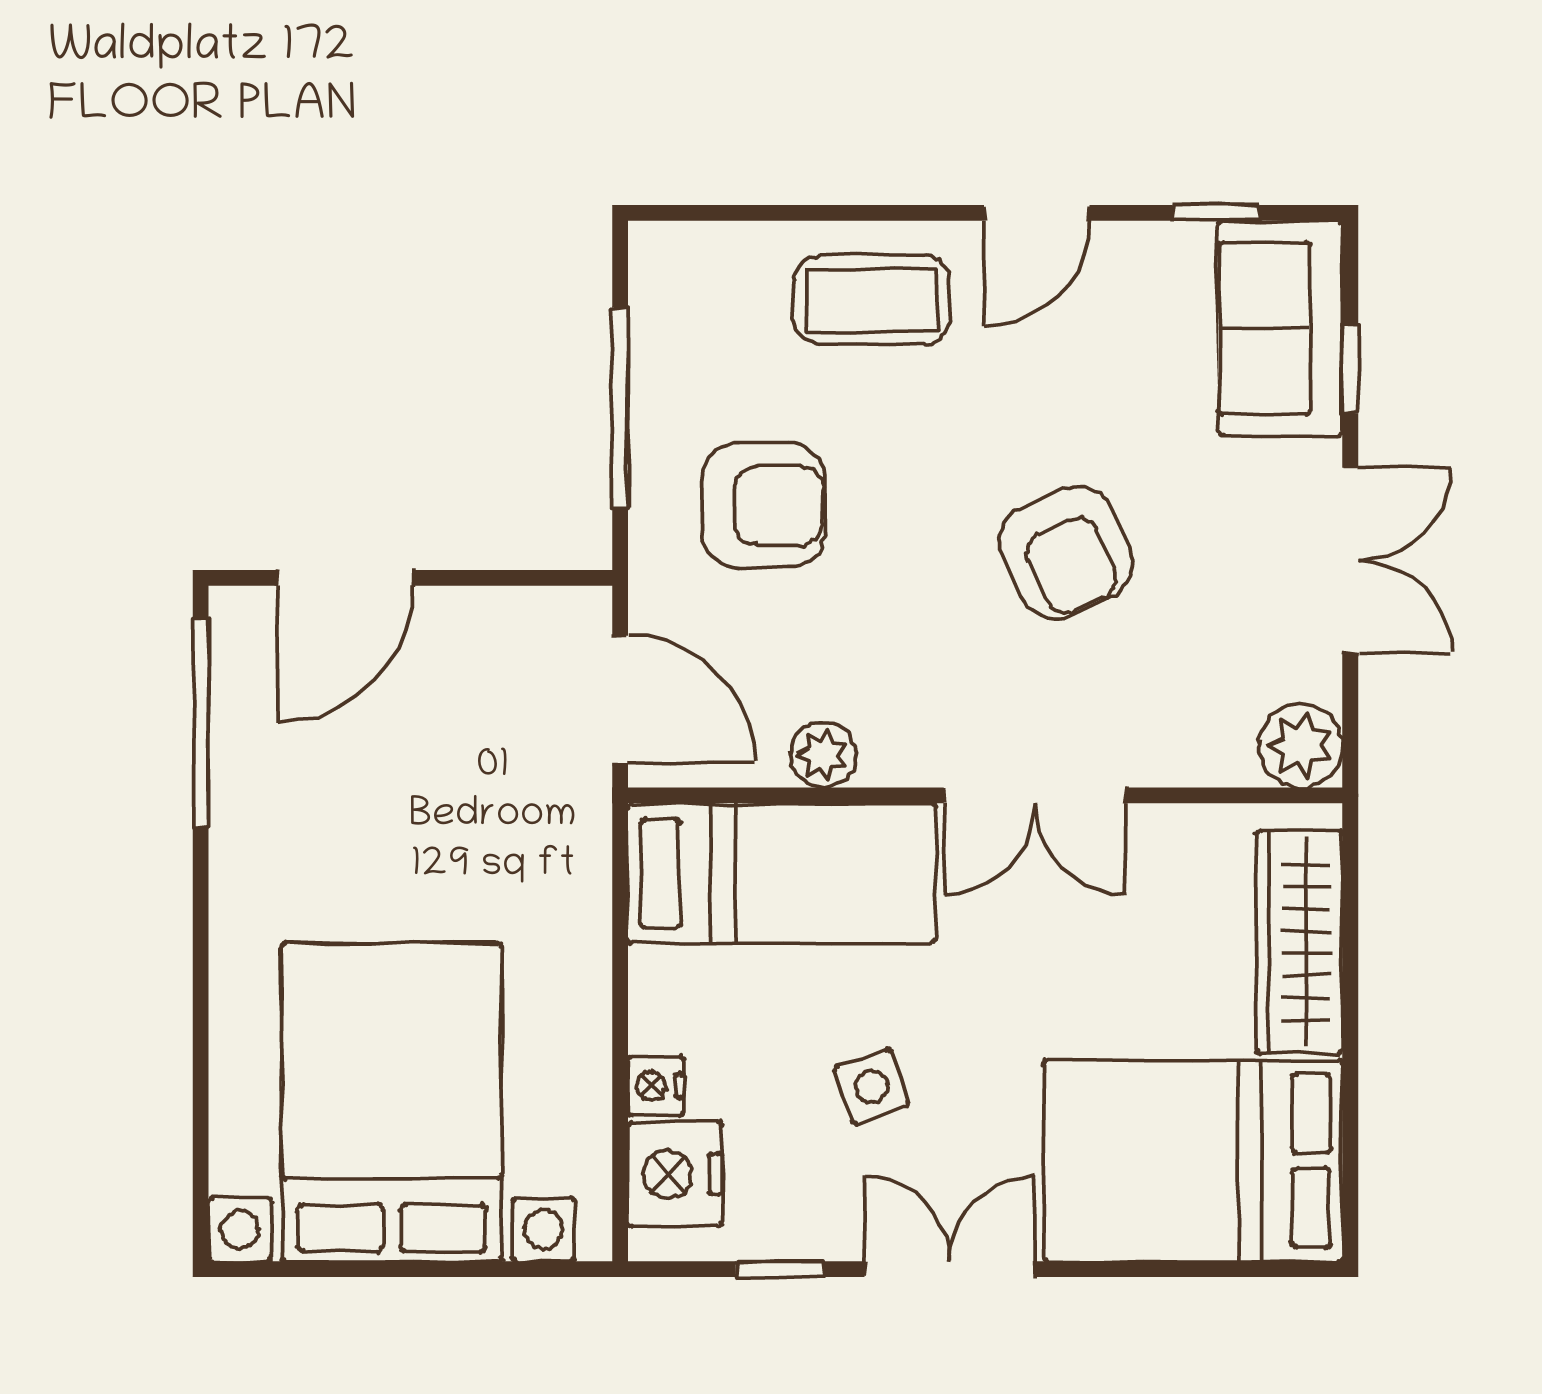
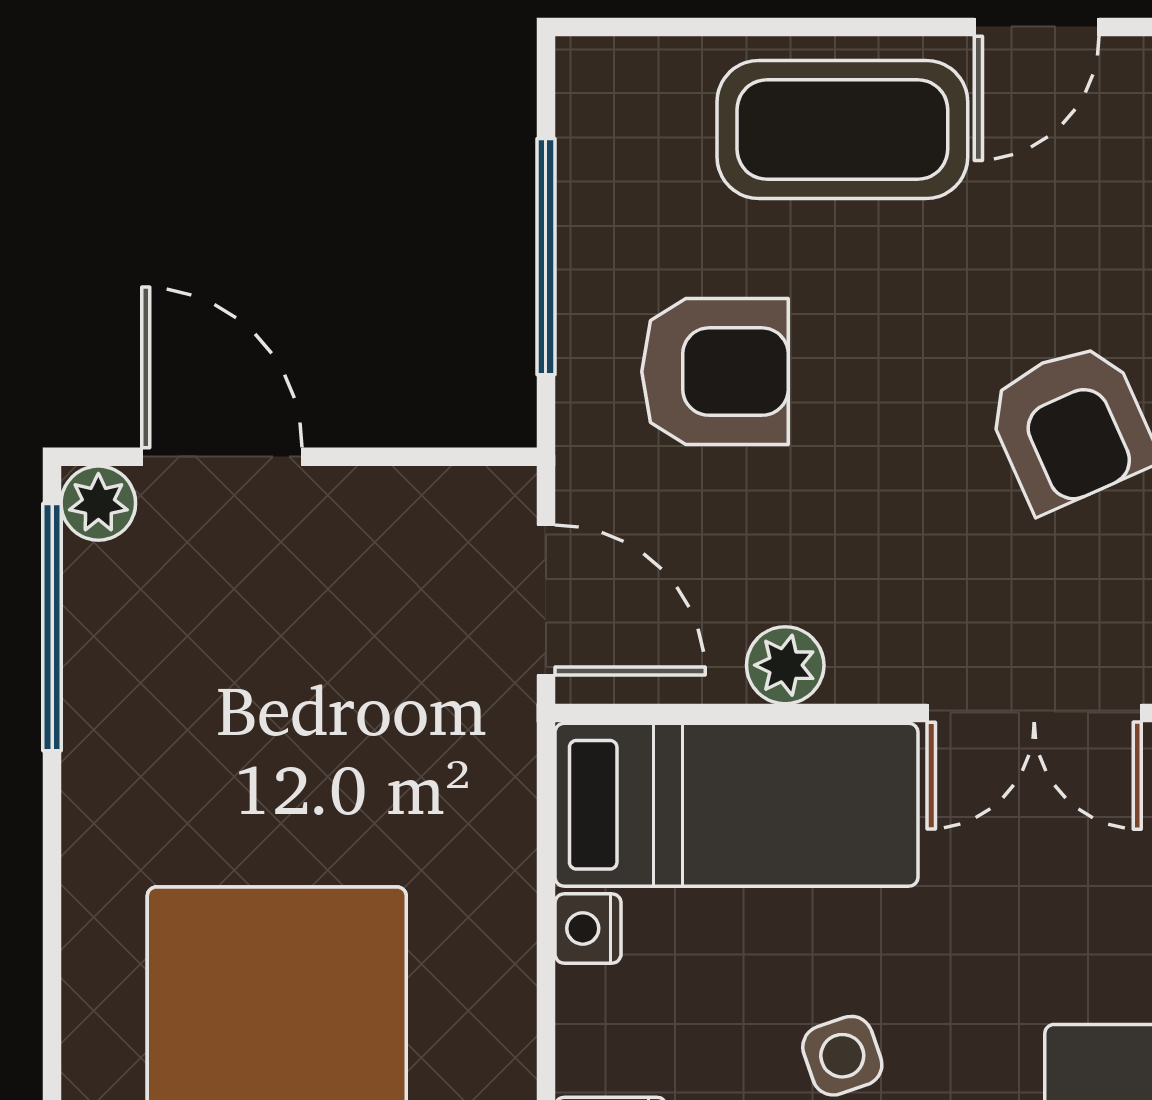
coffee table: (872, 300) -> (842, 129), width x1.36, depth x1.32
door: (345, 578) -> (222, 457), swing flipped
plant: (240, 617) -> (98, 503), added
nightstand: (656, 1086) -> (588, 928), moved

